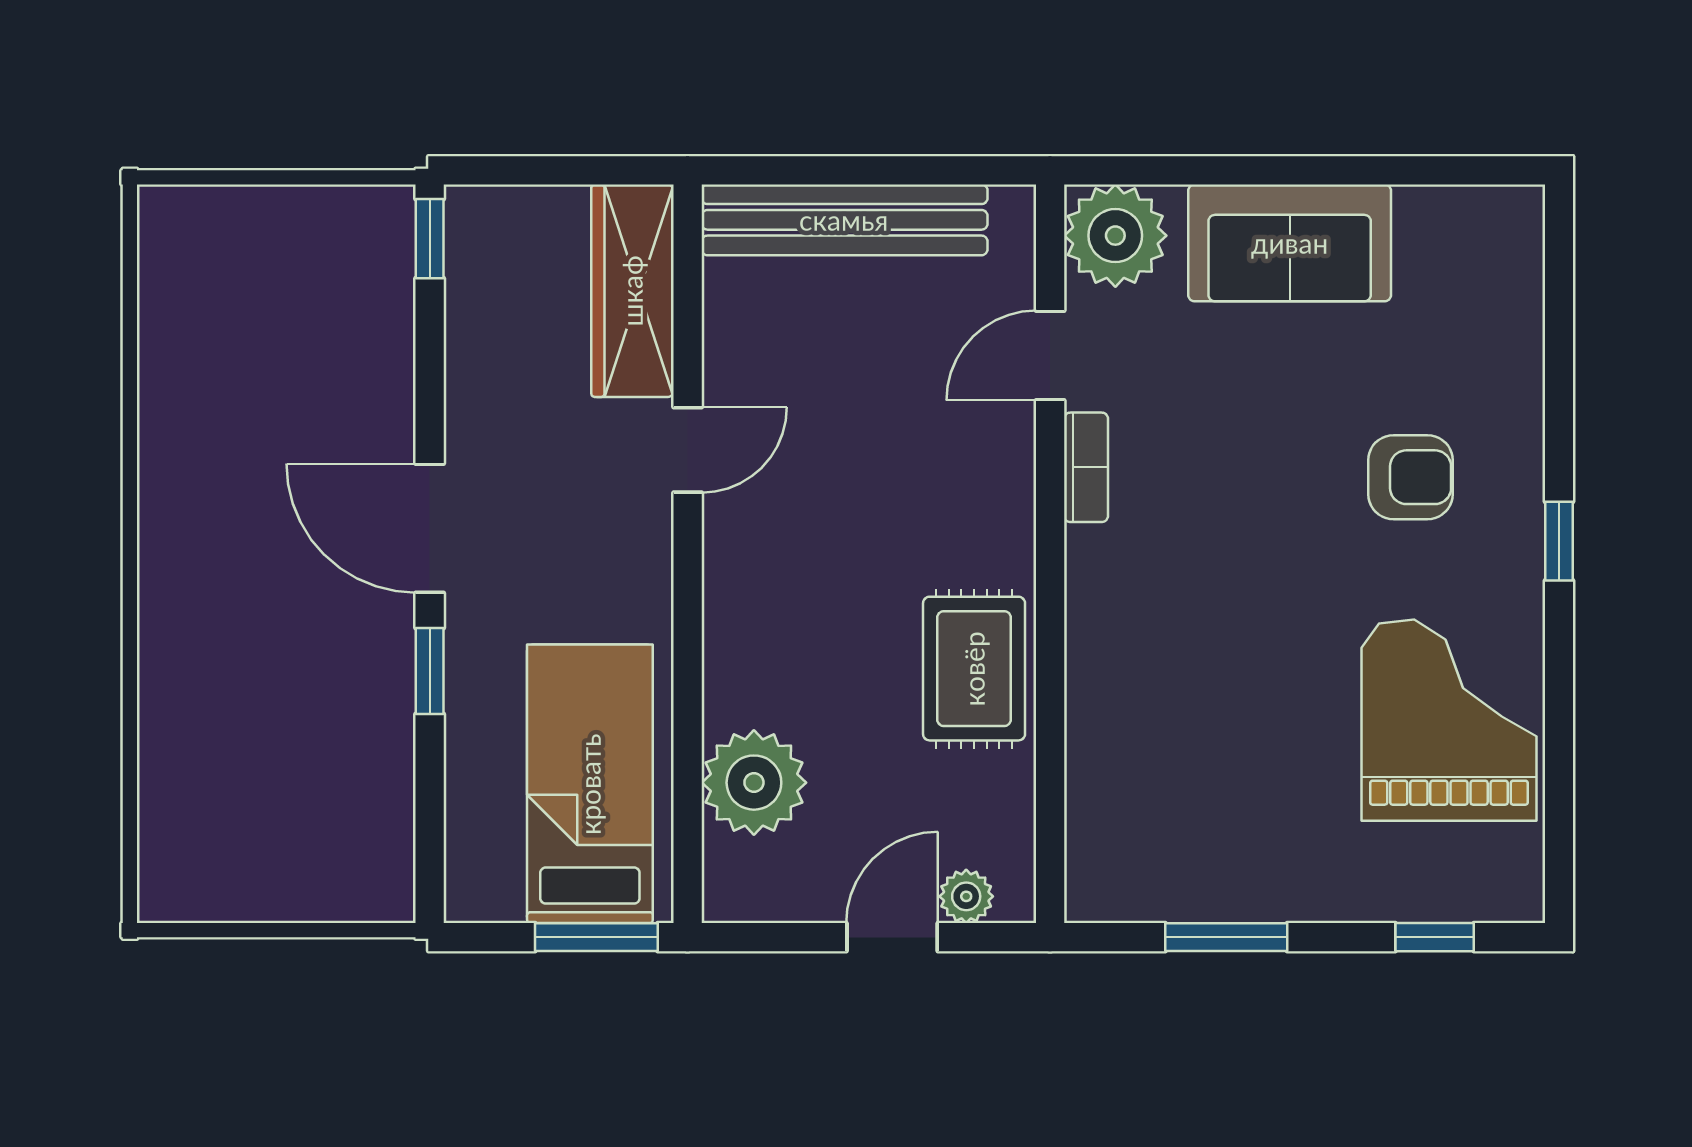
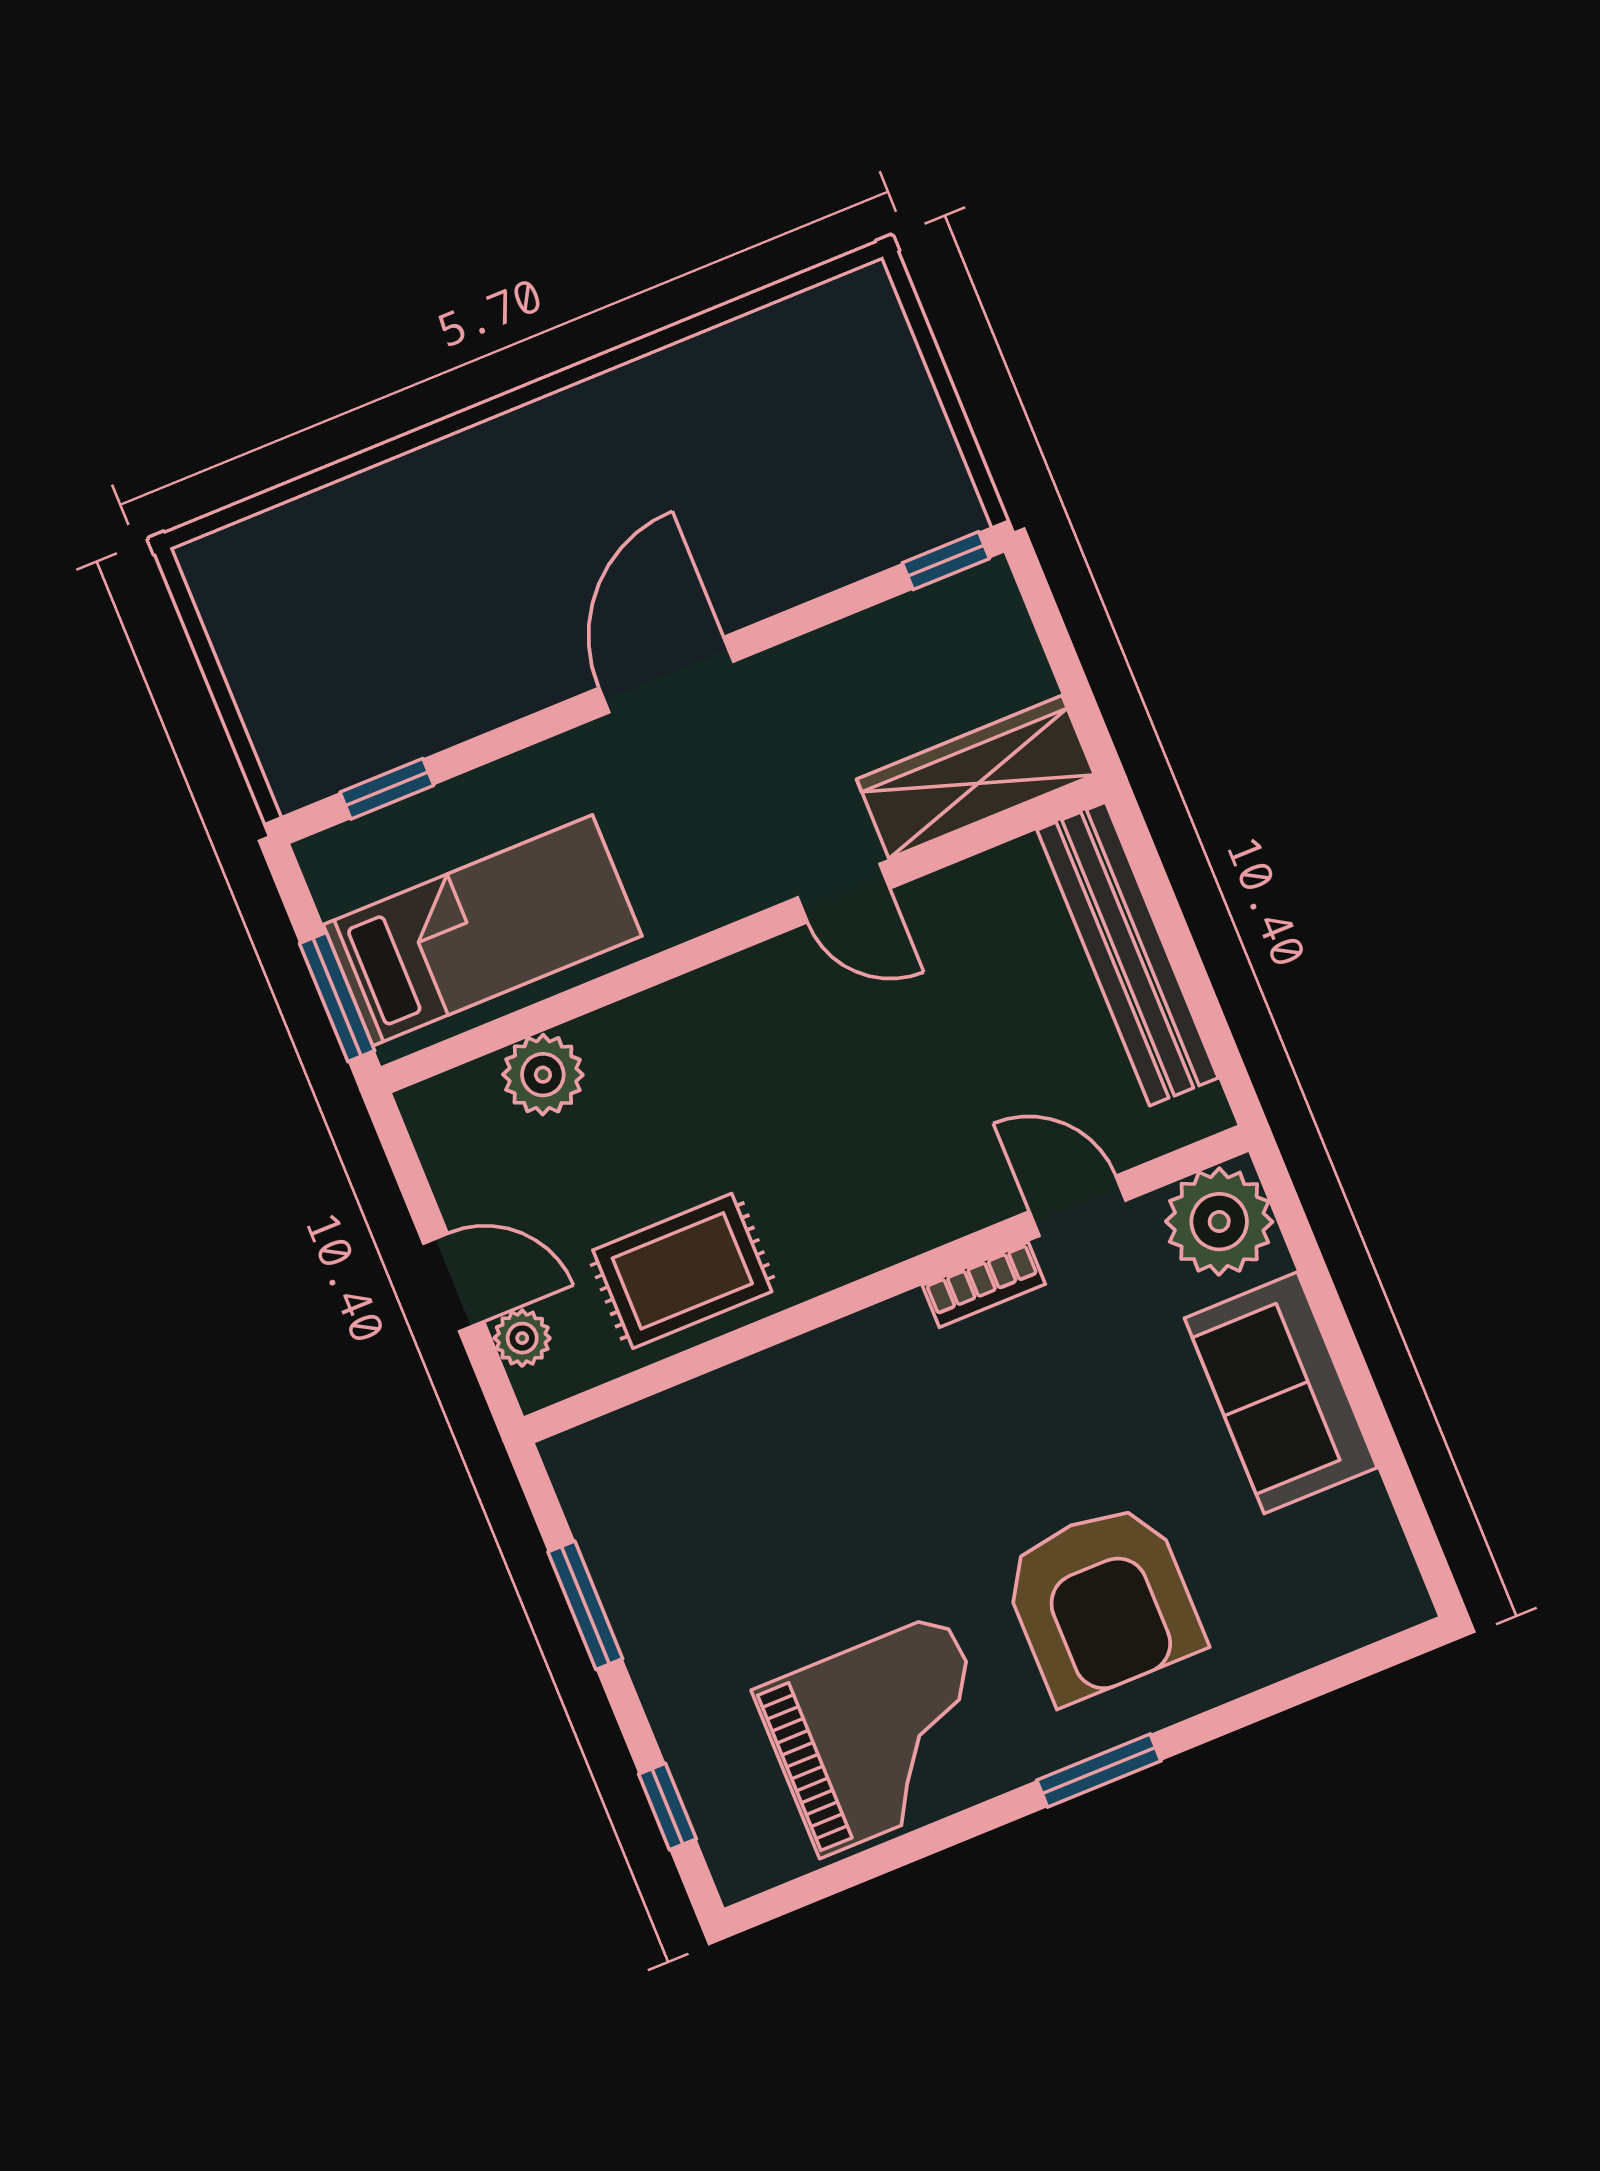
armchair: (1410, 477) -> (1102, 1602), width x1.88, depth x1.88
window: (1559, 541) -> (1099, 1770), width x1.50
rug: (974, 669) -> (682, 1271), moved
window: (430, 671) -> (387, 789), moved
plant: (754, 783) -> (543, 1075), width x0.73, depth x0.73

